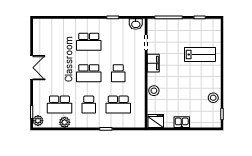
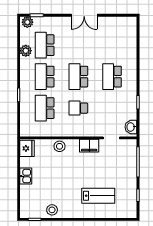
lab bench: (200, 55) -> (98, 196), turned -90
school desk: (89, 105) -> (45, 77), width x1.85

